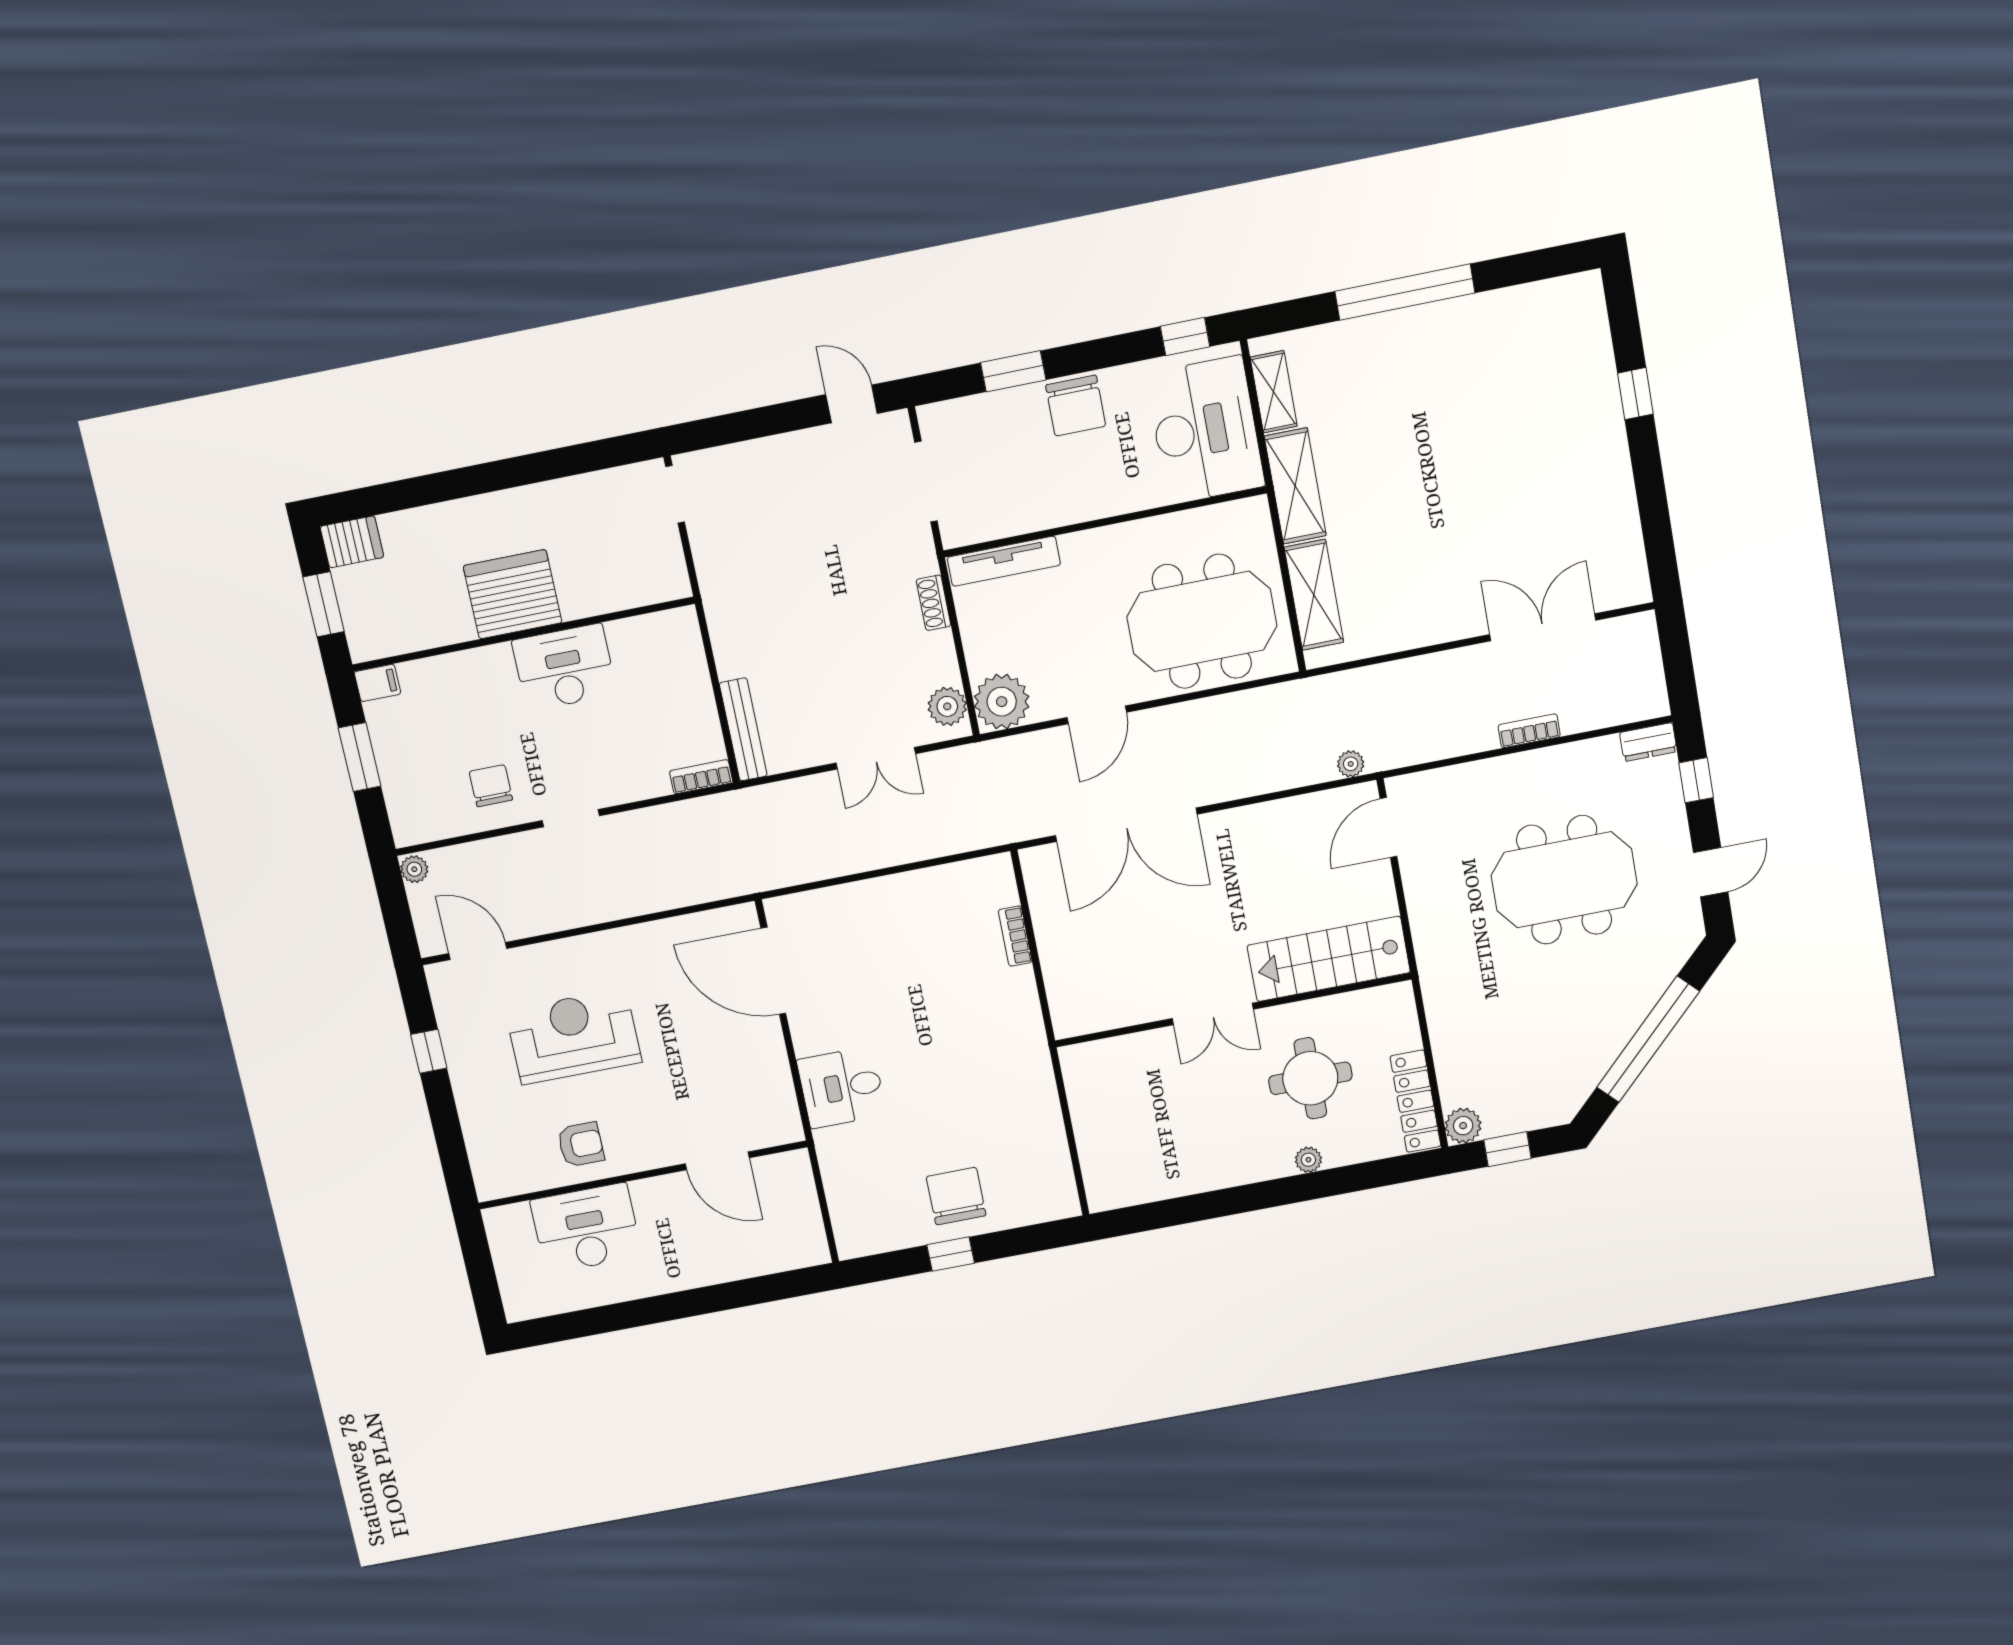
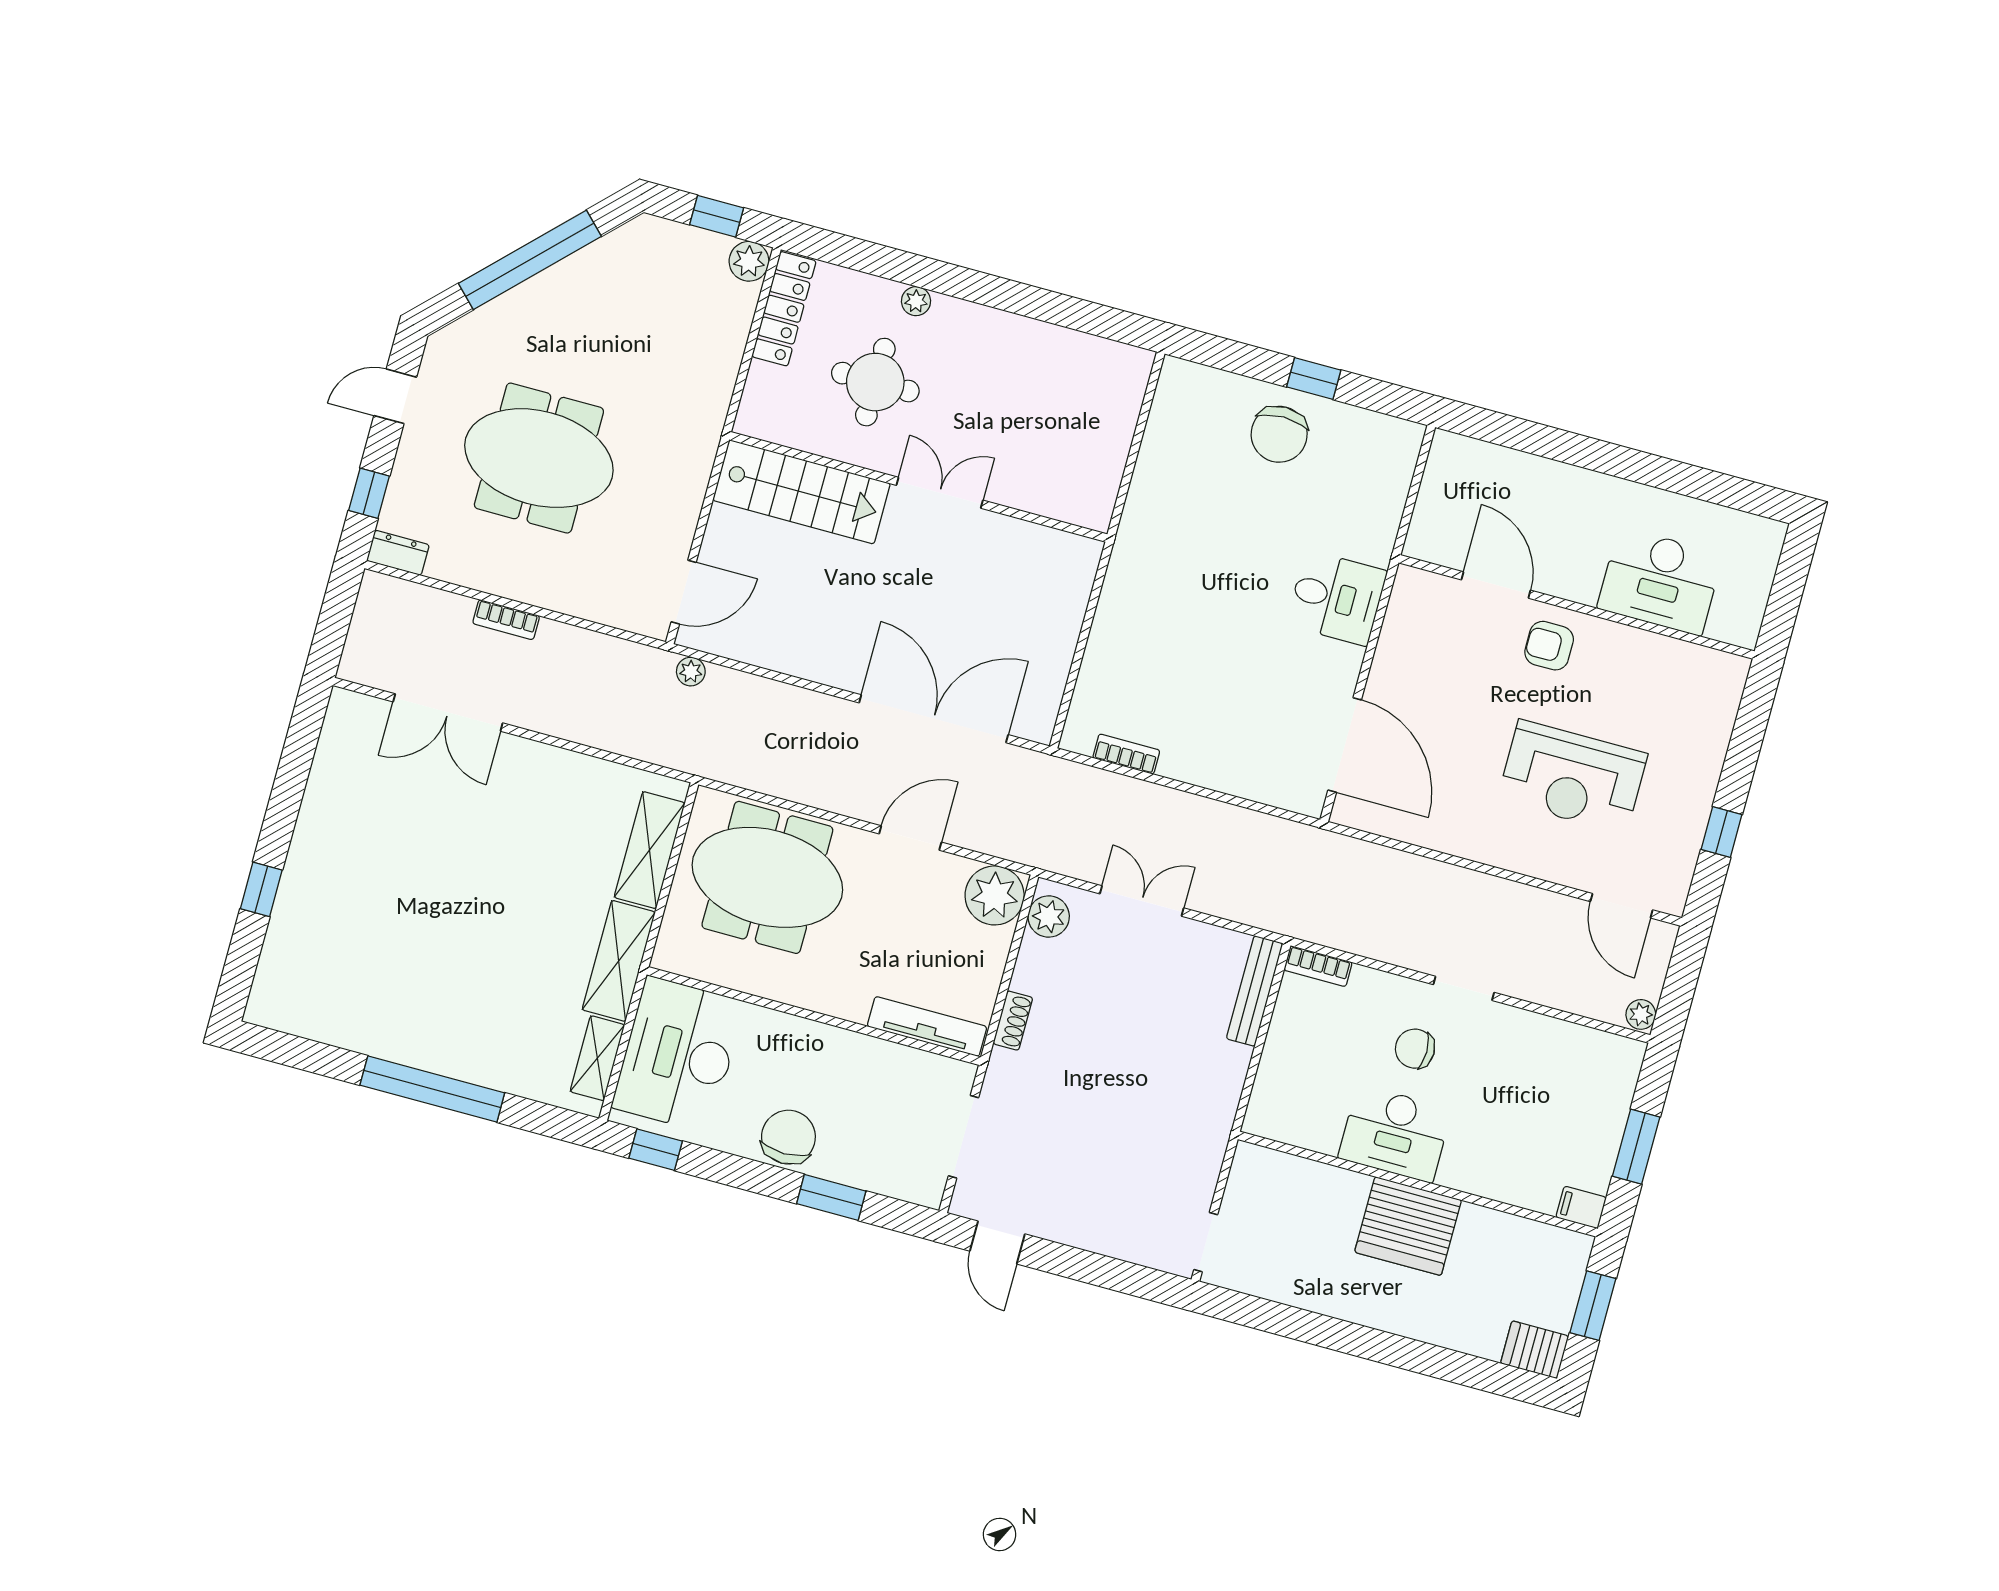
chair: (491, 786) -> (1415, 1049), moved, turned 90
bookcase: (1015, 936) -> (1126, 754), moved, turned -90
armchair: (581, 1144) -> (1549, 646), moved

